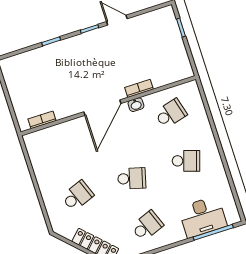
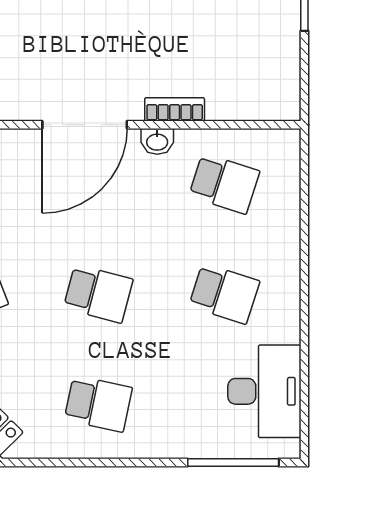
school desk: (171, 113) -> (224, 184), turned 33
desk: (203, 217) -> (264, 391), moved, turned -90
school desk: (147, 226) -> (98, 404), turned 33

